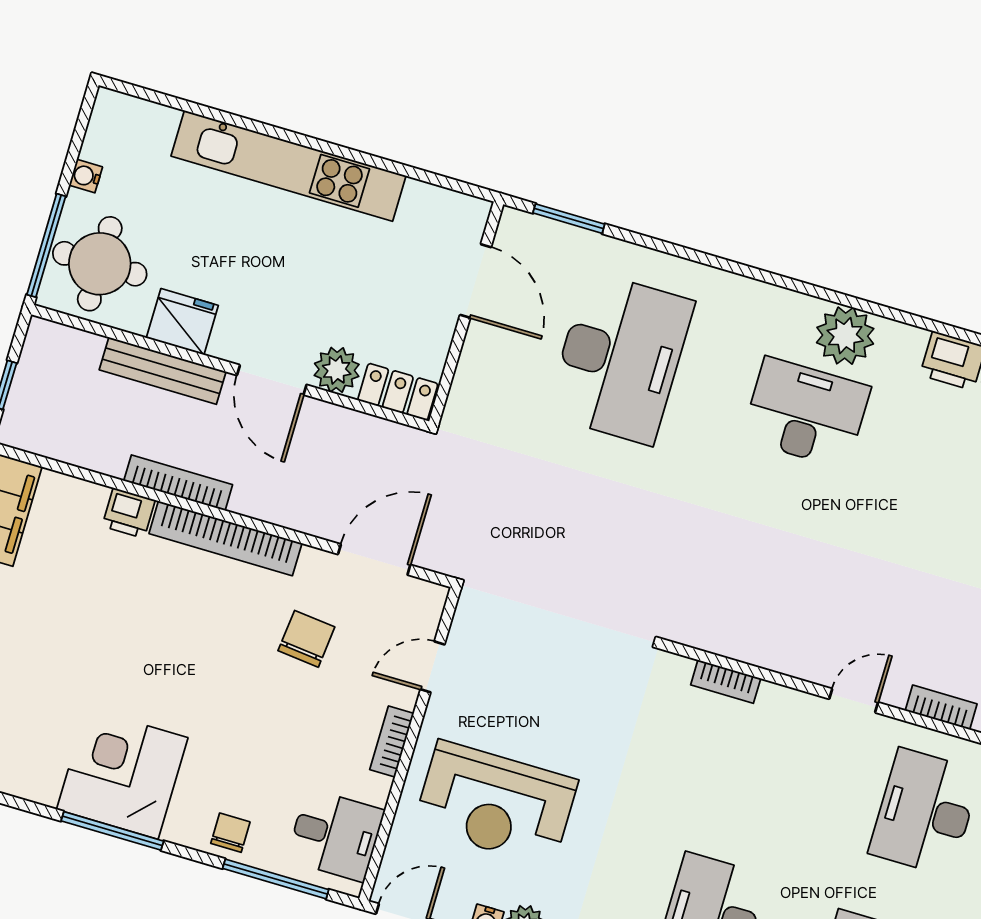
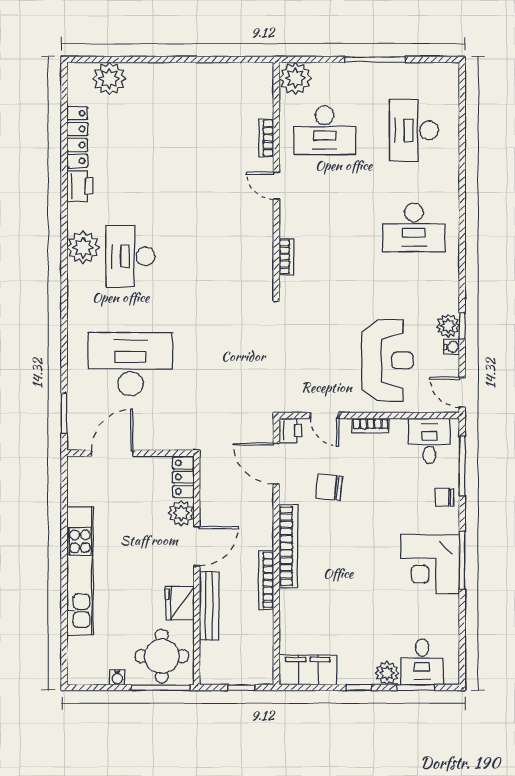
printer: (129, 513) -> (290, 430), moved

